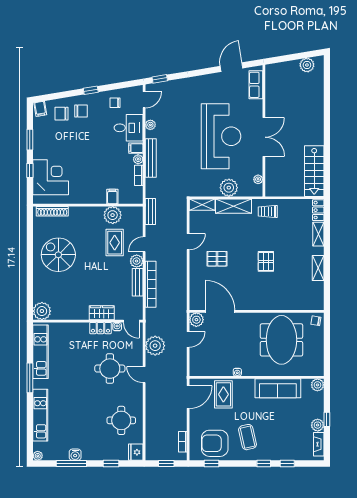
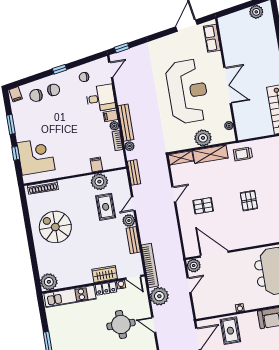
plant: (150, 125) -> (130, 146), moved
bookcase: (151, 284) -> (150, 265), moved
kitchen unit: (41, 352) -> (70, 296), moved, turned 90

